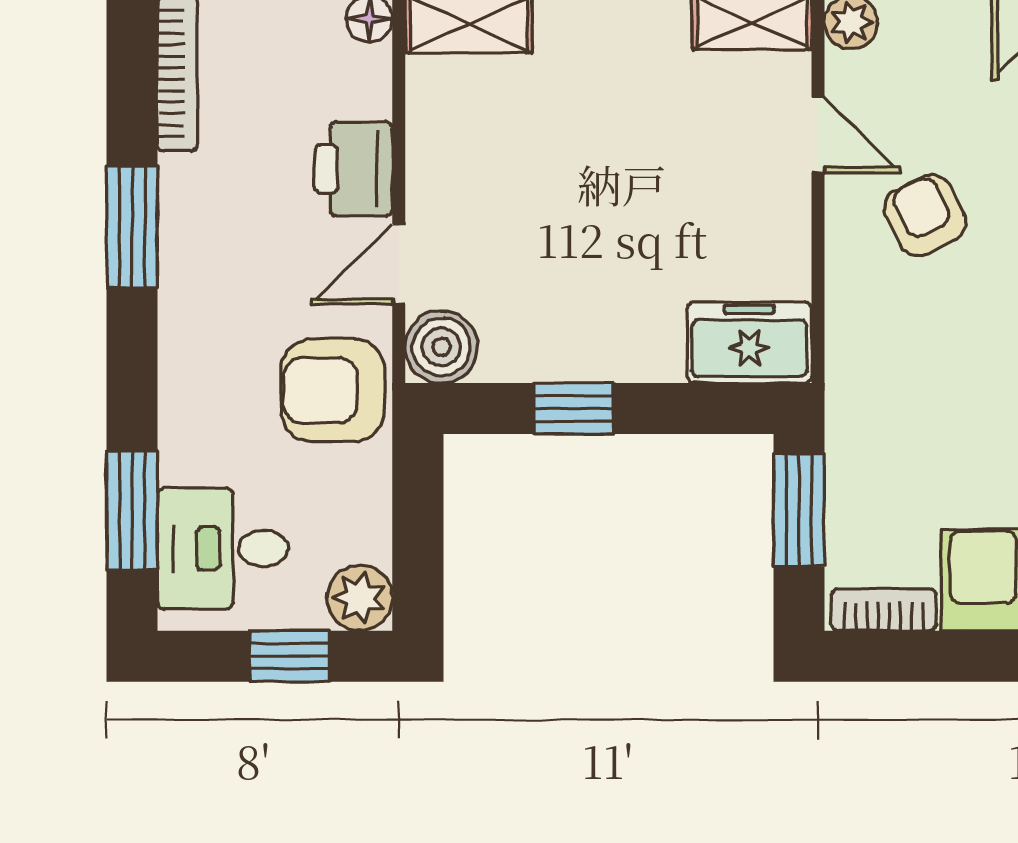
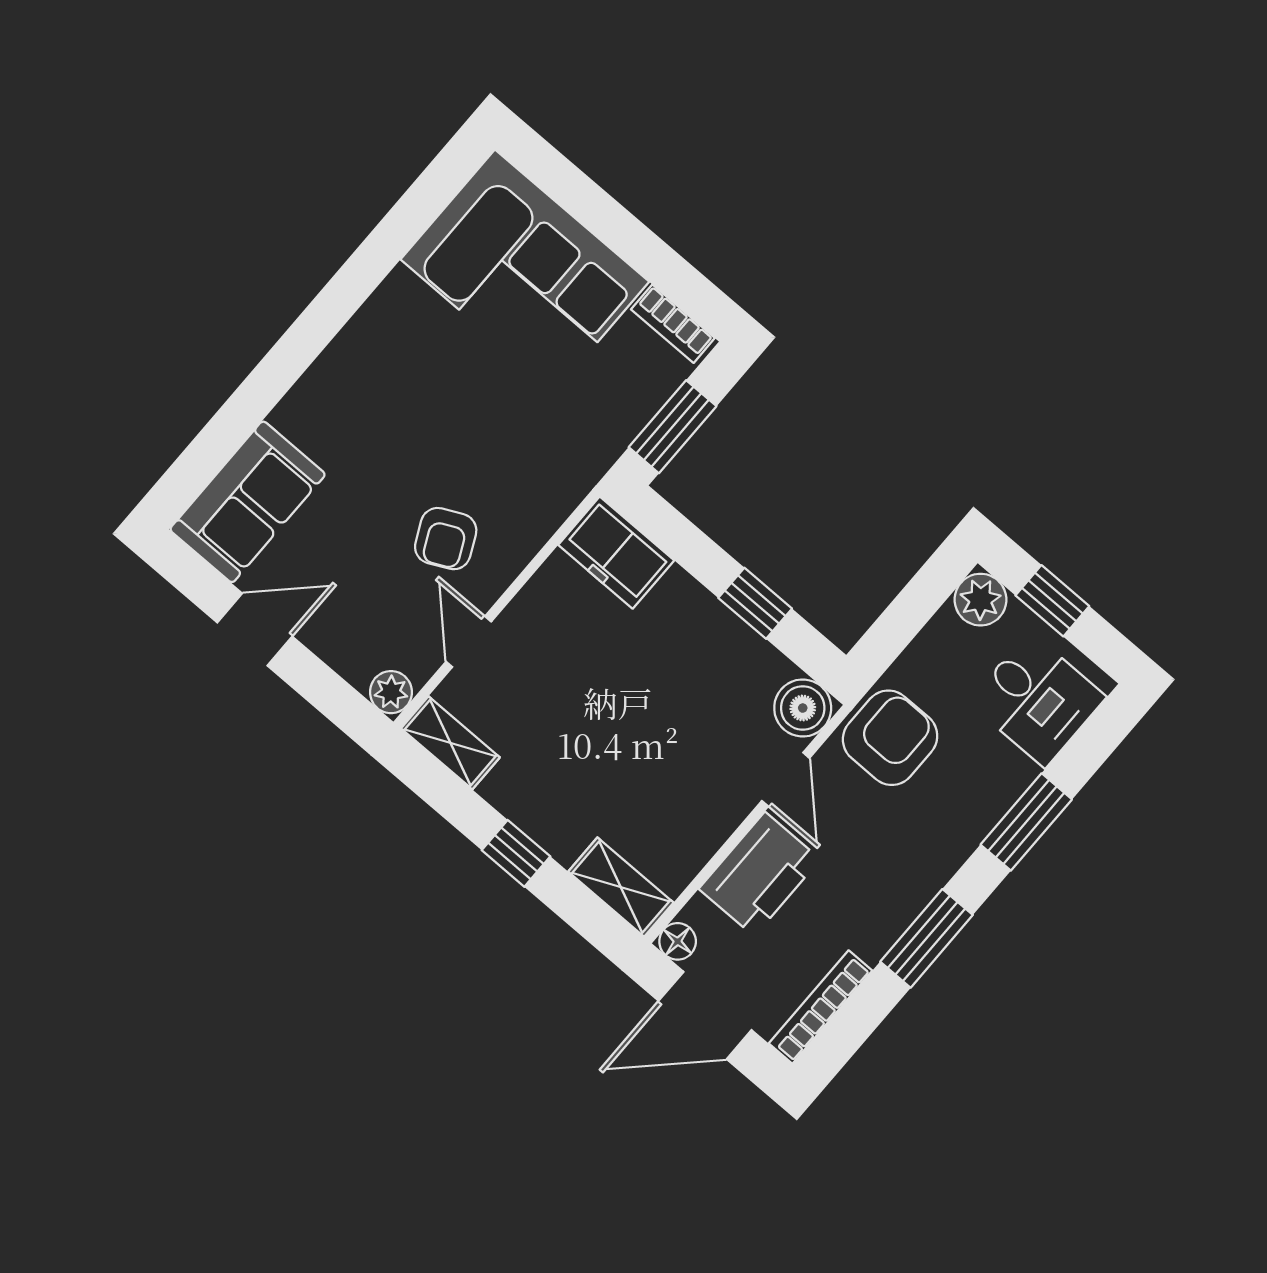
printer: (354, 169) -> (760, 874), width x1.37, depth x1.19
door: (399, 264) -> (786, 779), hinge flipped
armchair: (333, 390) -> (890, 738), turned -90
window: (132, 510) -> (1026, 822), moved

